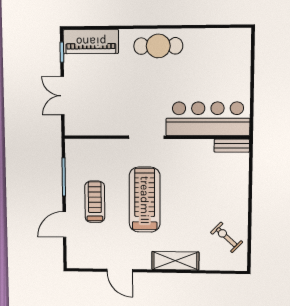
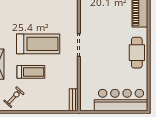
bar counter: (208, 119) -> (121, 100), moved, turned -90
treadmill: (95, 202) -> (31, 72), moved

